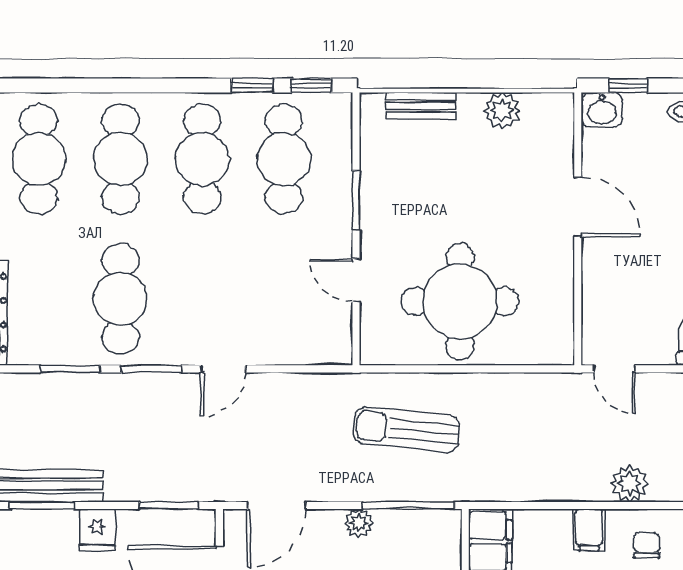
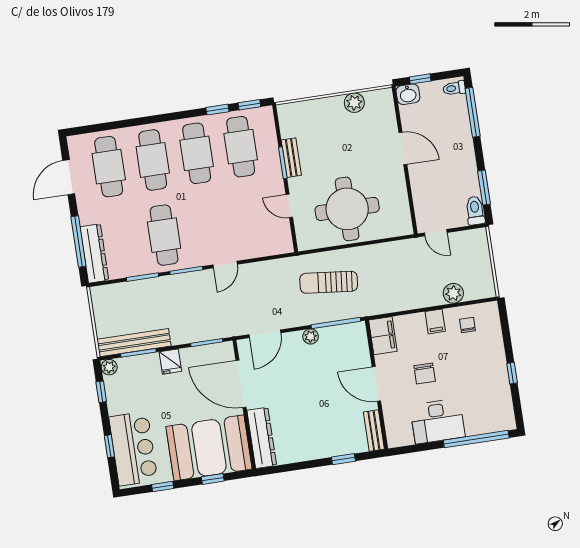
bench: (421, 106) -> (291, 158), moved, turned 90

